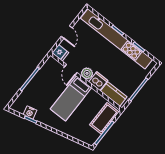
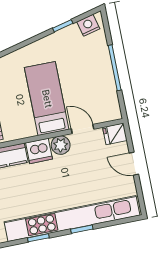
nightstand: (30, 112) -> (88, 25), moved

